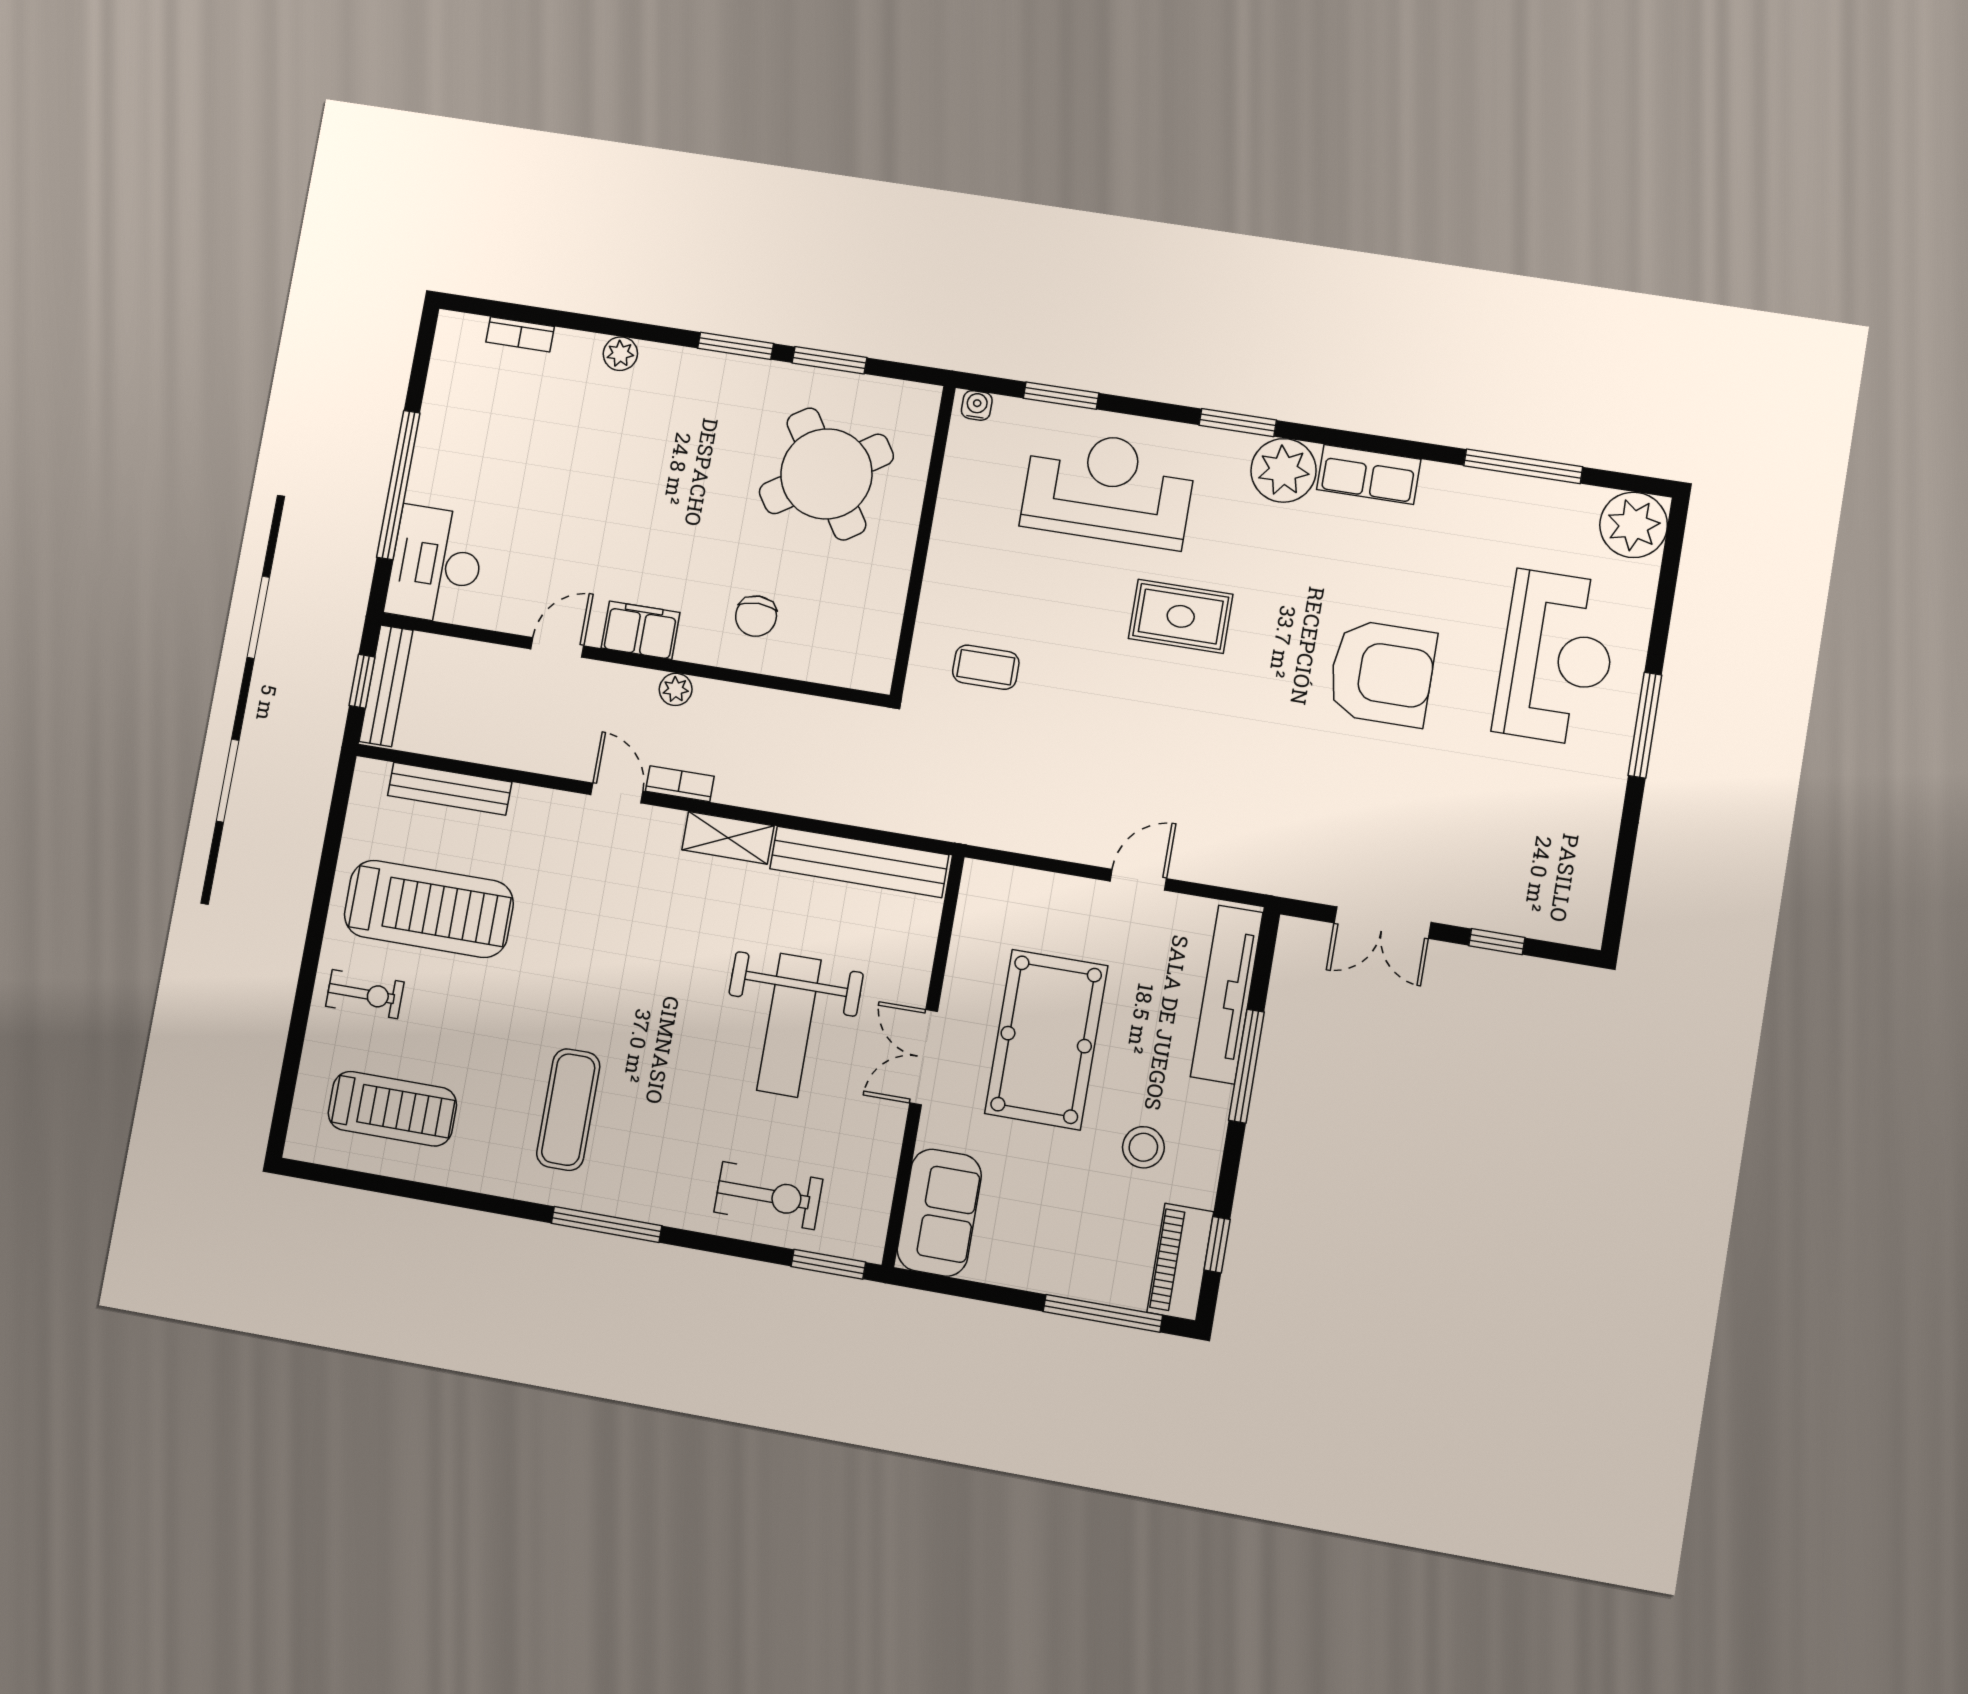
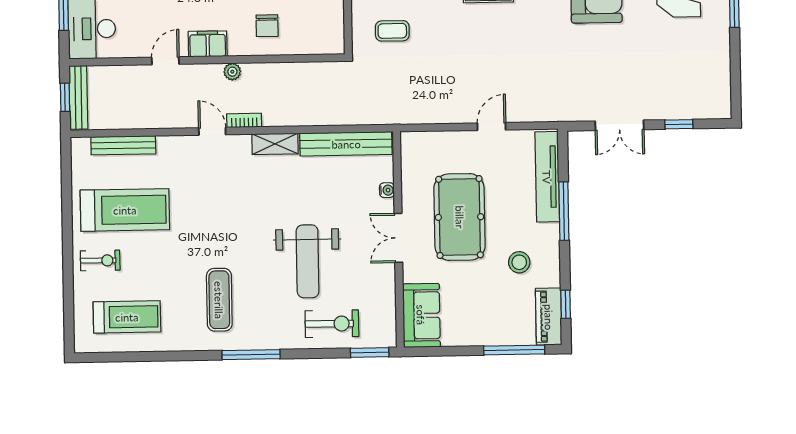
water cooler: (919, 963) -> (387, 190), added
weight bench: (789, 1025) -> (308, 261), moved

